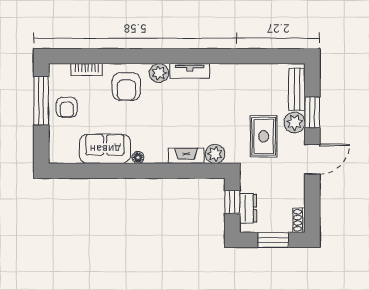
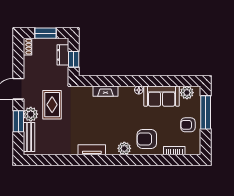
tv unit: (190, 71) -> (92, 150), moved
armchair: (126, 87) -> (147, 139), turned -90
window: (41, 101) -> (206, 112), moved
armchair: (67, 107) -> (188, 125), turned -90
plant: (215, 154) -> (187, 93), moved

